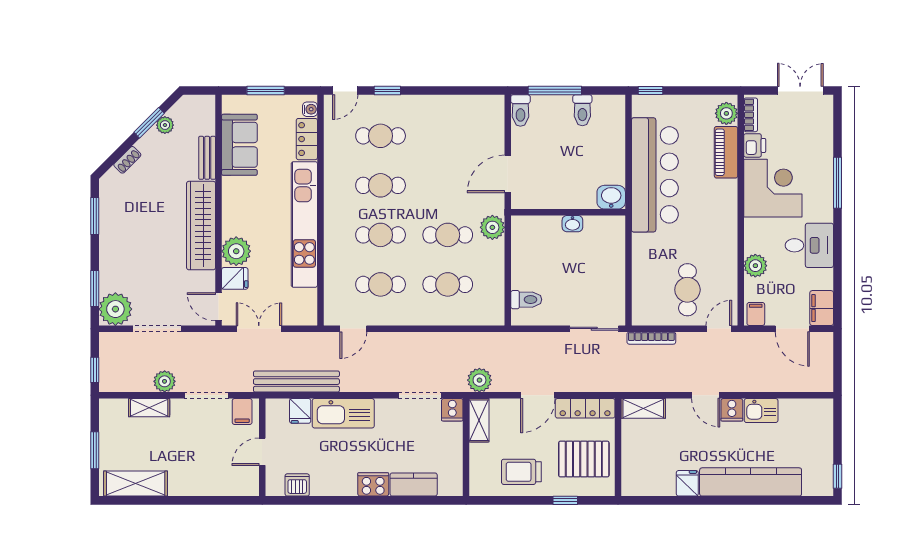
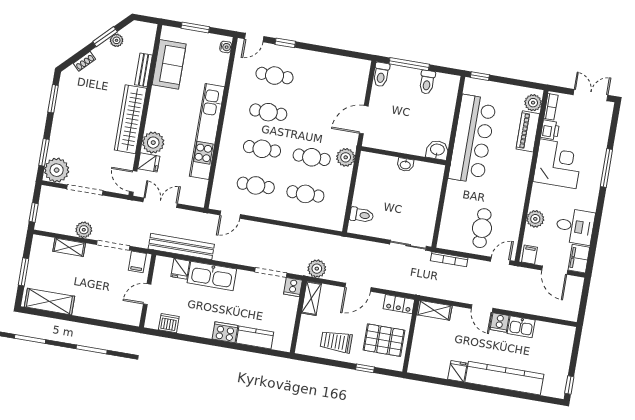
locker: (307, 139) -> (220, 69), removed
desk: (809, 245) -> (575, 226), moved
locker: (585, 408) -> (399, 304), width x0.66

